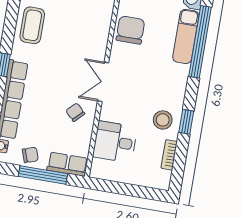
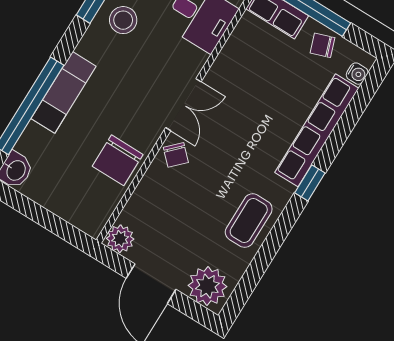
exam couch: (186, 36) -> (64, 92), moved
chair: (75, 112) -> (176, 155), moved

